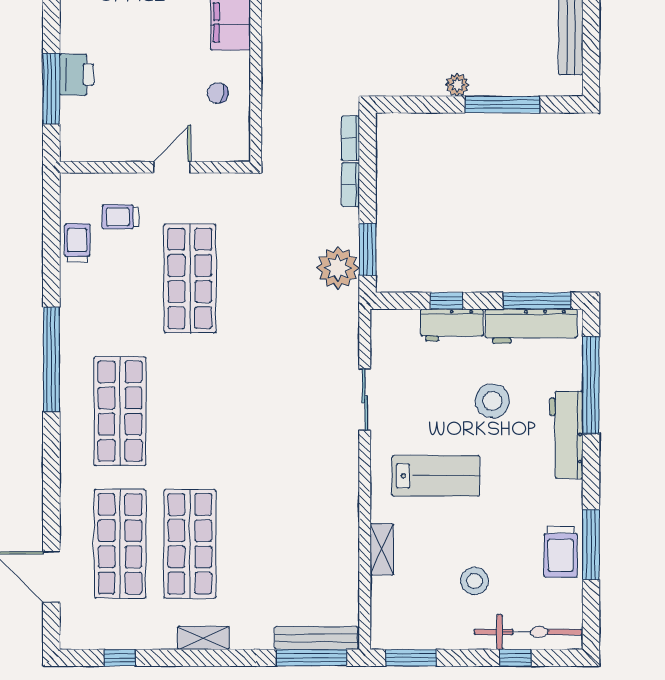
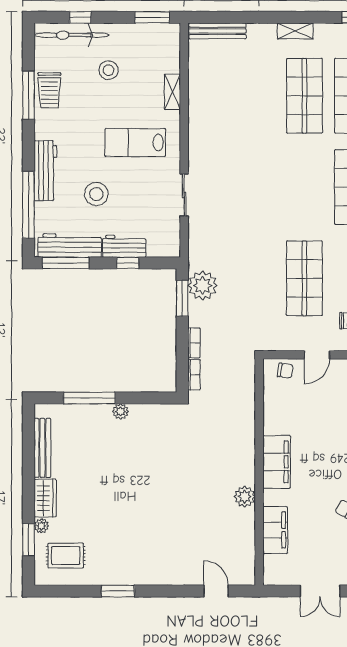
chair: (218, 93) -> (285, 371), moved
trolley: (561, 552) -> (49, 90), turned 180
window: (312, 658) -> (221, 17), removed

